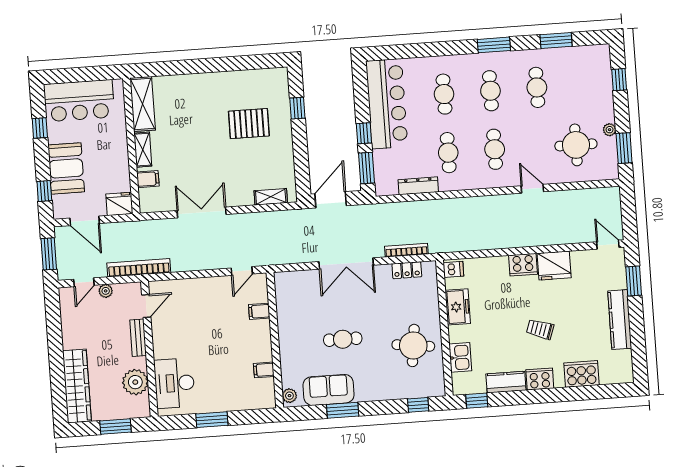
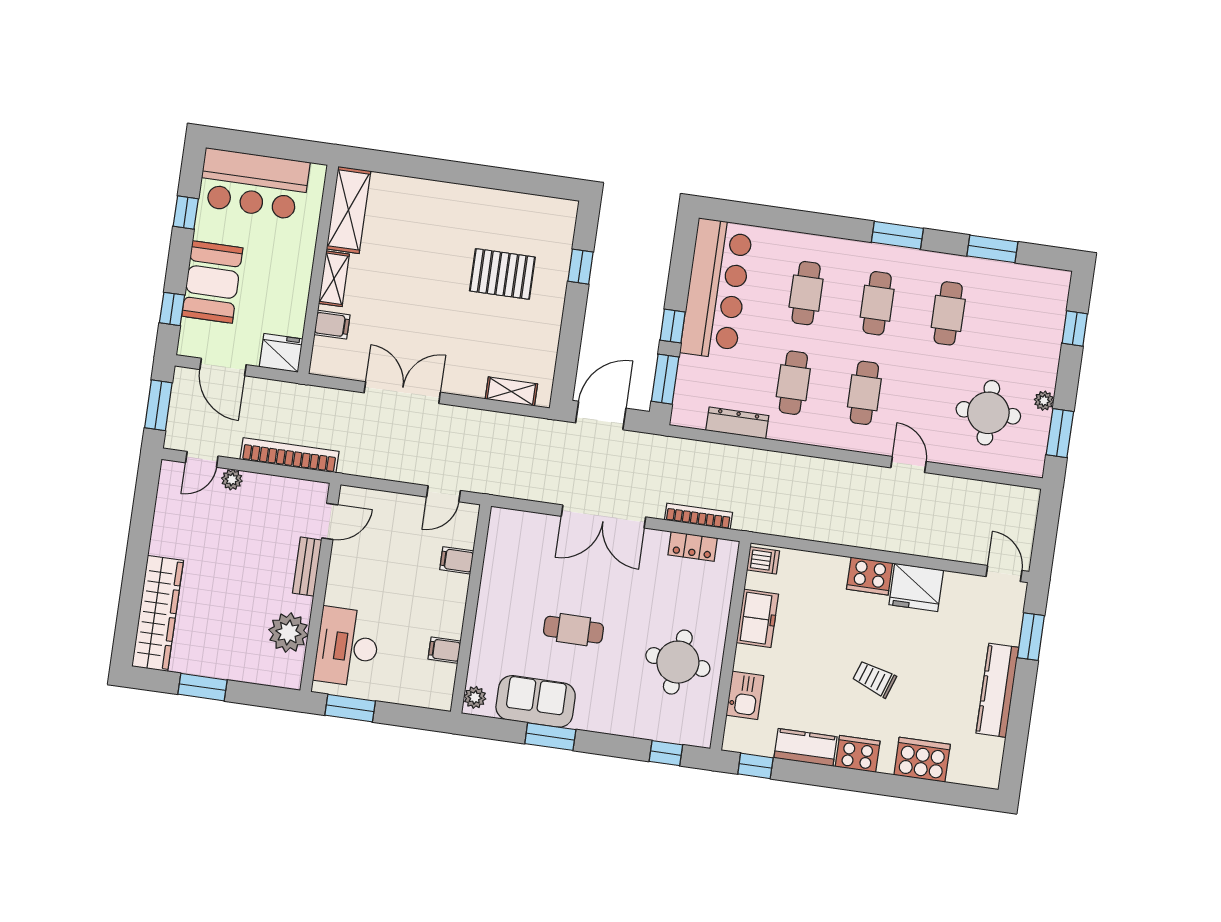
door: (146, 306) -> (330, 521), moved
bench: (138, 338) -> (307, 567), moved
wall: (149, 349) -> (320, 587), moved
plant: (135, 382) -> (288, 633), moved
desk: (174, 383) -> (347, 647), moved

